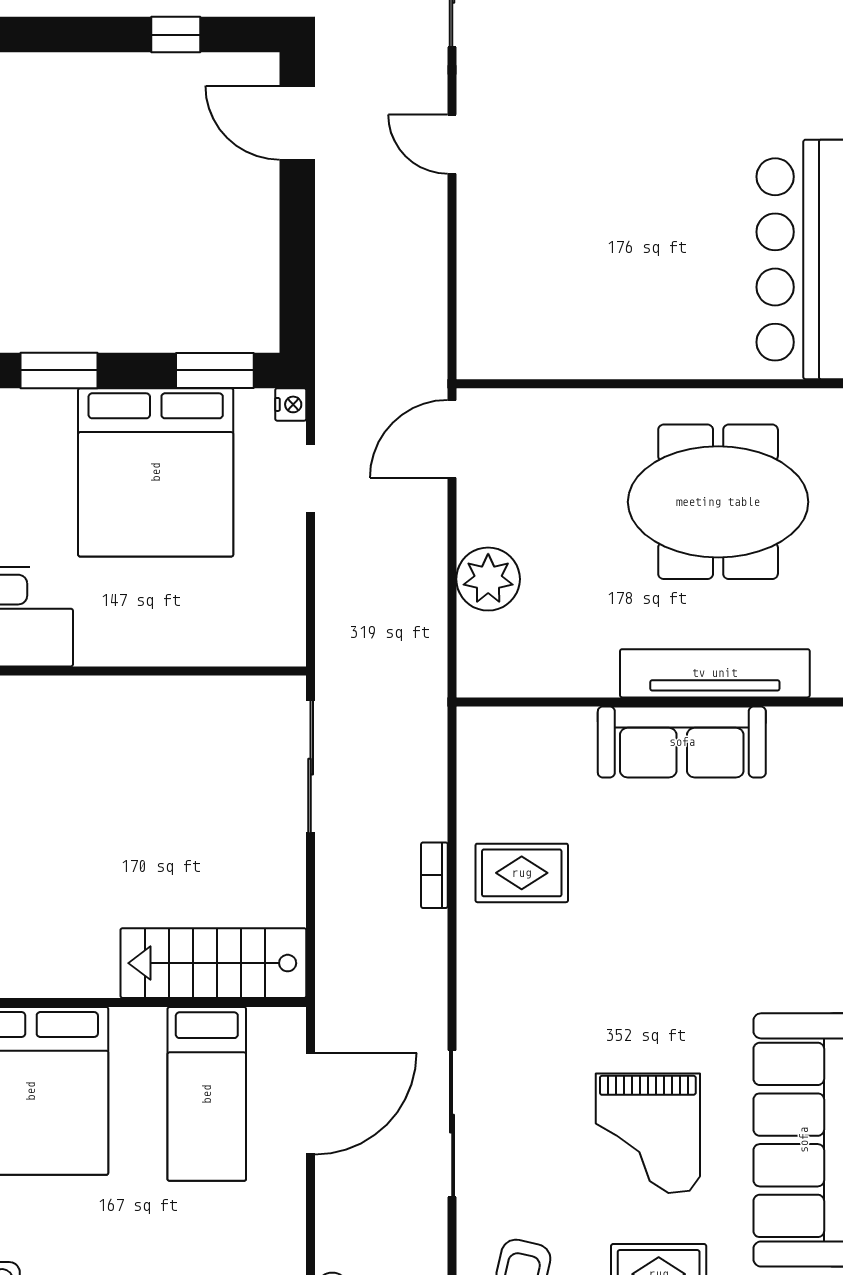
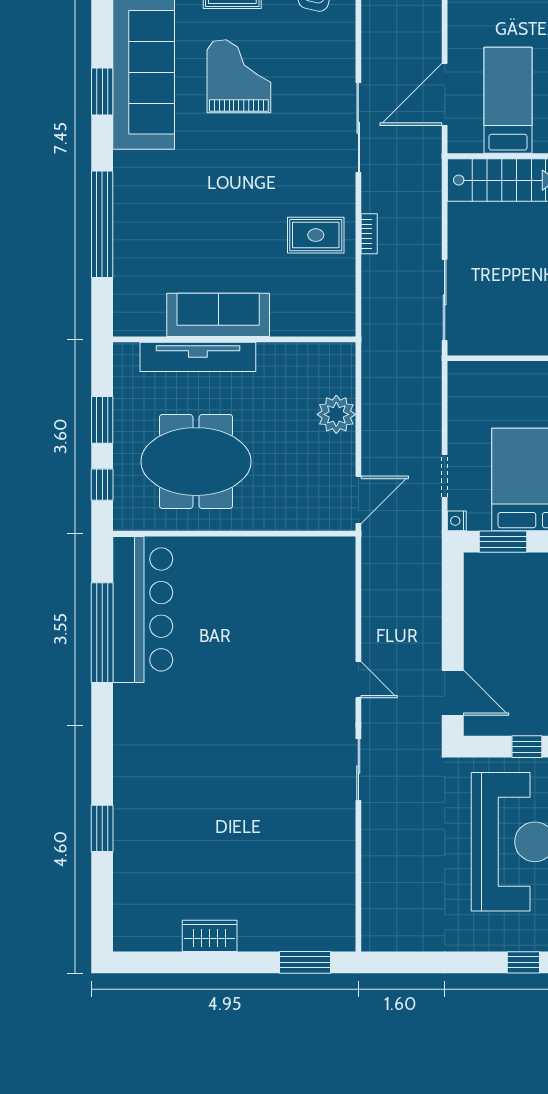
sliding door: (452, 1124) -> (358, 128), moved

